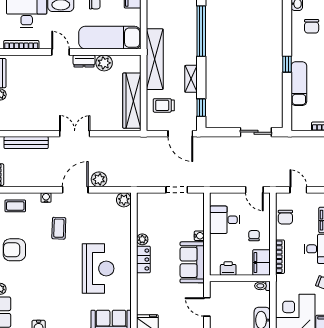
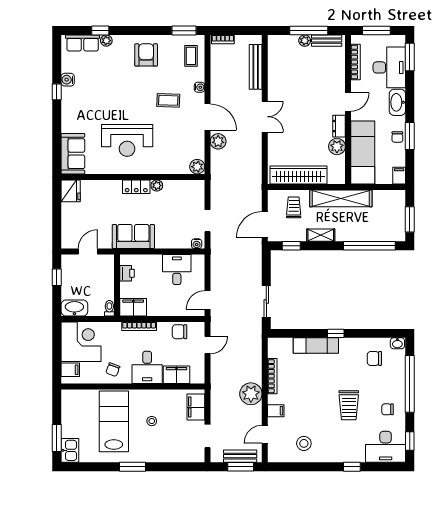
water cooler: (199, 236) -> (197, 244), moved
chair: (254, 236) -> (161, 300), removed

